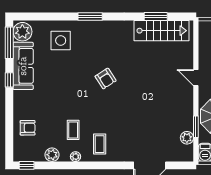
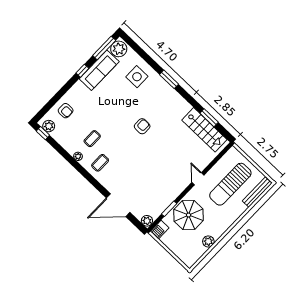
armchair: (106, 79) -> (142, 126), turned -147
plant: (187, 138) -> (147, 221), moved
plant: (52, 155) -> (49, 126), moved

